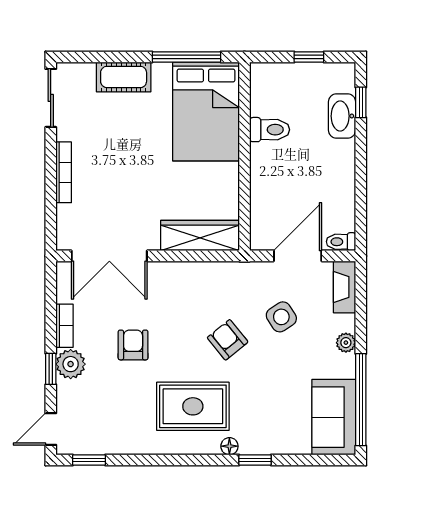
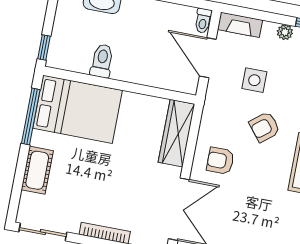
window: (309, 57) -> (44, 47), moved
side table: (281, 317) -> (254, 80), turned 33
armchair: (133, 345) -> (220, 161), moved

